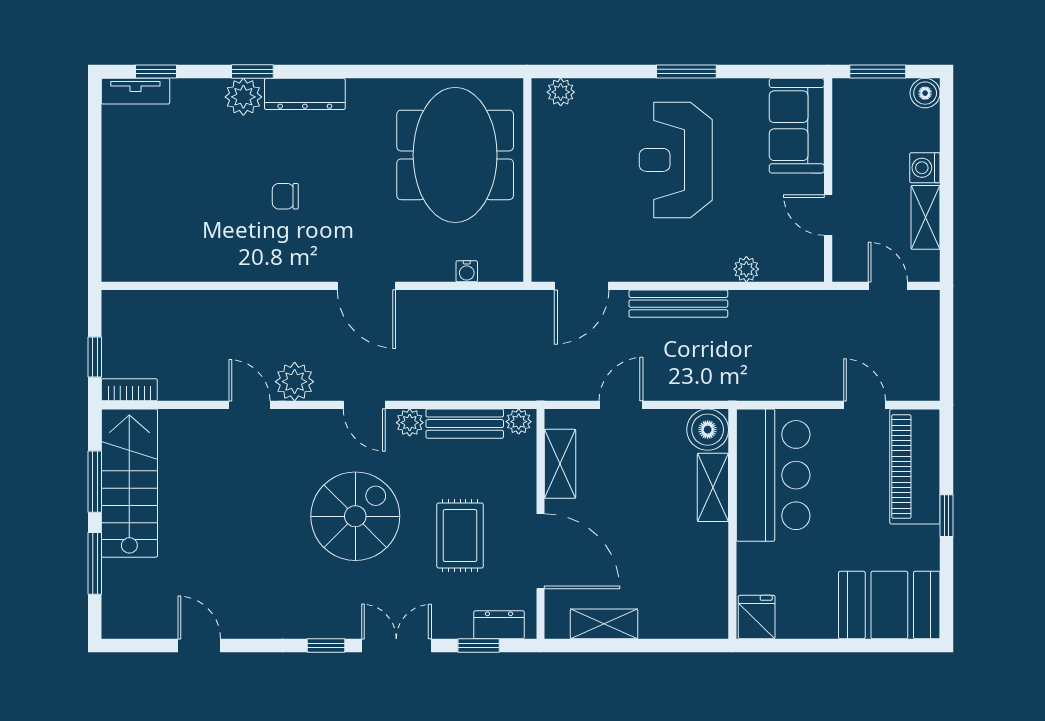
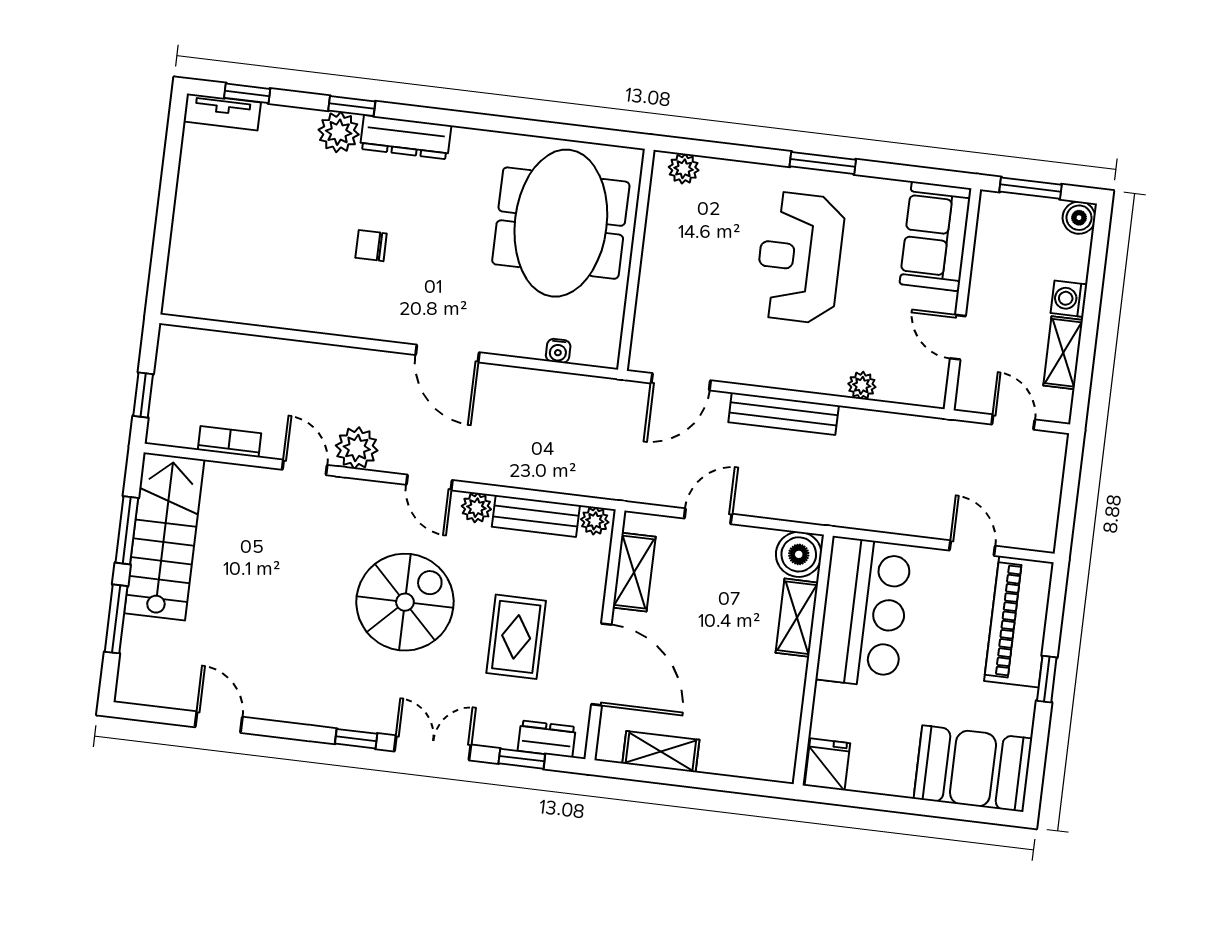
bookcase: (129, 390) -> (230, 442), moved

